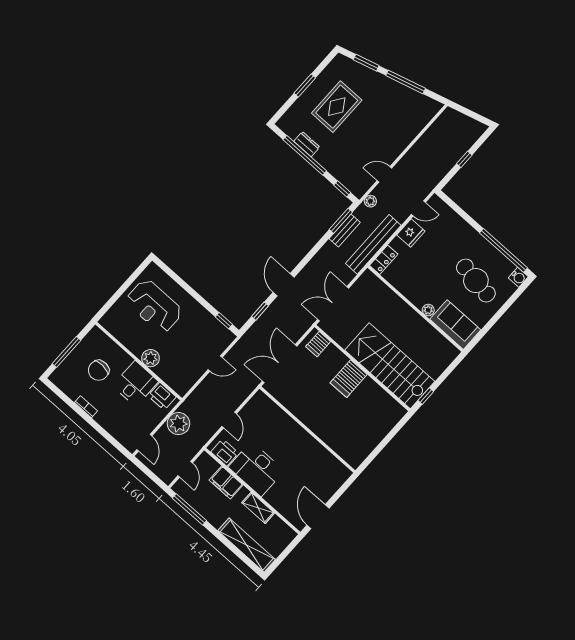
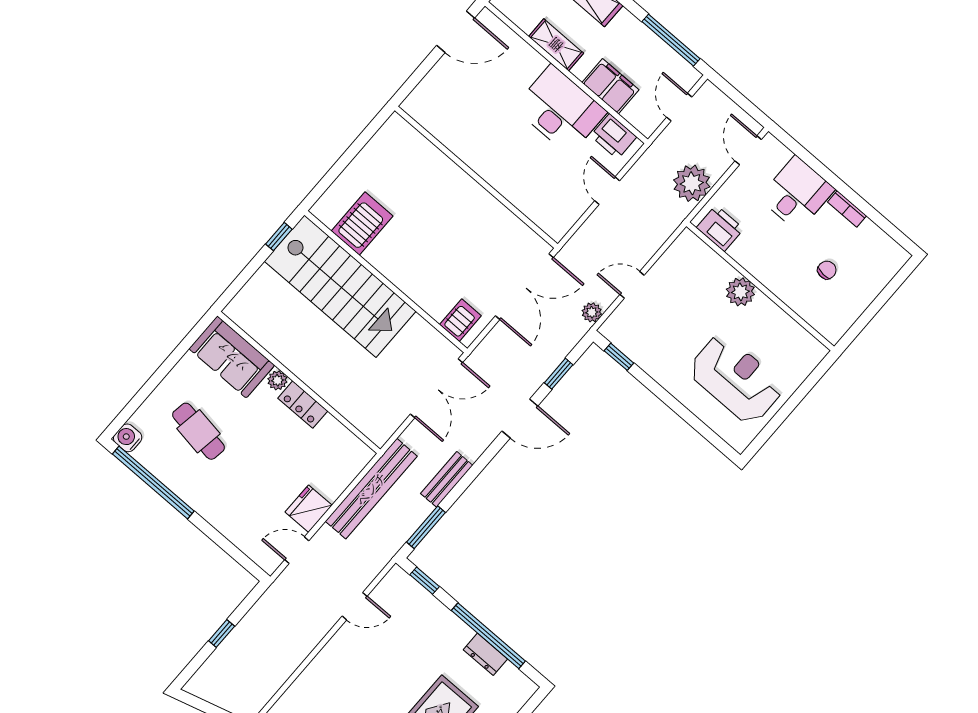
plant: (370, 201) -> (592, 312), moved
bench: (345, 231) -> (447, 479), moved
locker: (384, 260) -> (303, 405), moved, turned -90
cafe table: (476, 281) -> (199, 431), width x0.73, depth x0.74
door: (284, 285) -> (520, 419), hinge flipped
window: (66, 352) -> (881, 300), removed
chair: (99, 370) -> (827, 270), width x0.54, depth x0.54
server rack: (349, 379) -> (362, 224), moved
desk: (135, 384) -> (797, 194), moved, turned 180
door: (318, 517) -> (456, 32), hinge flipped

